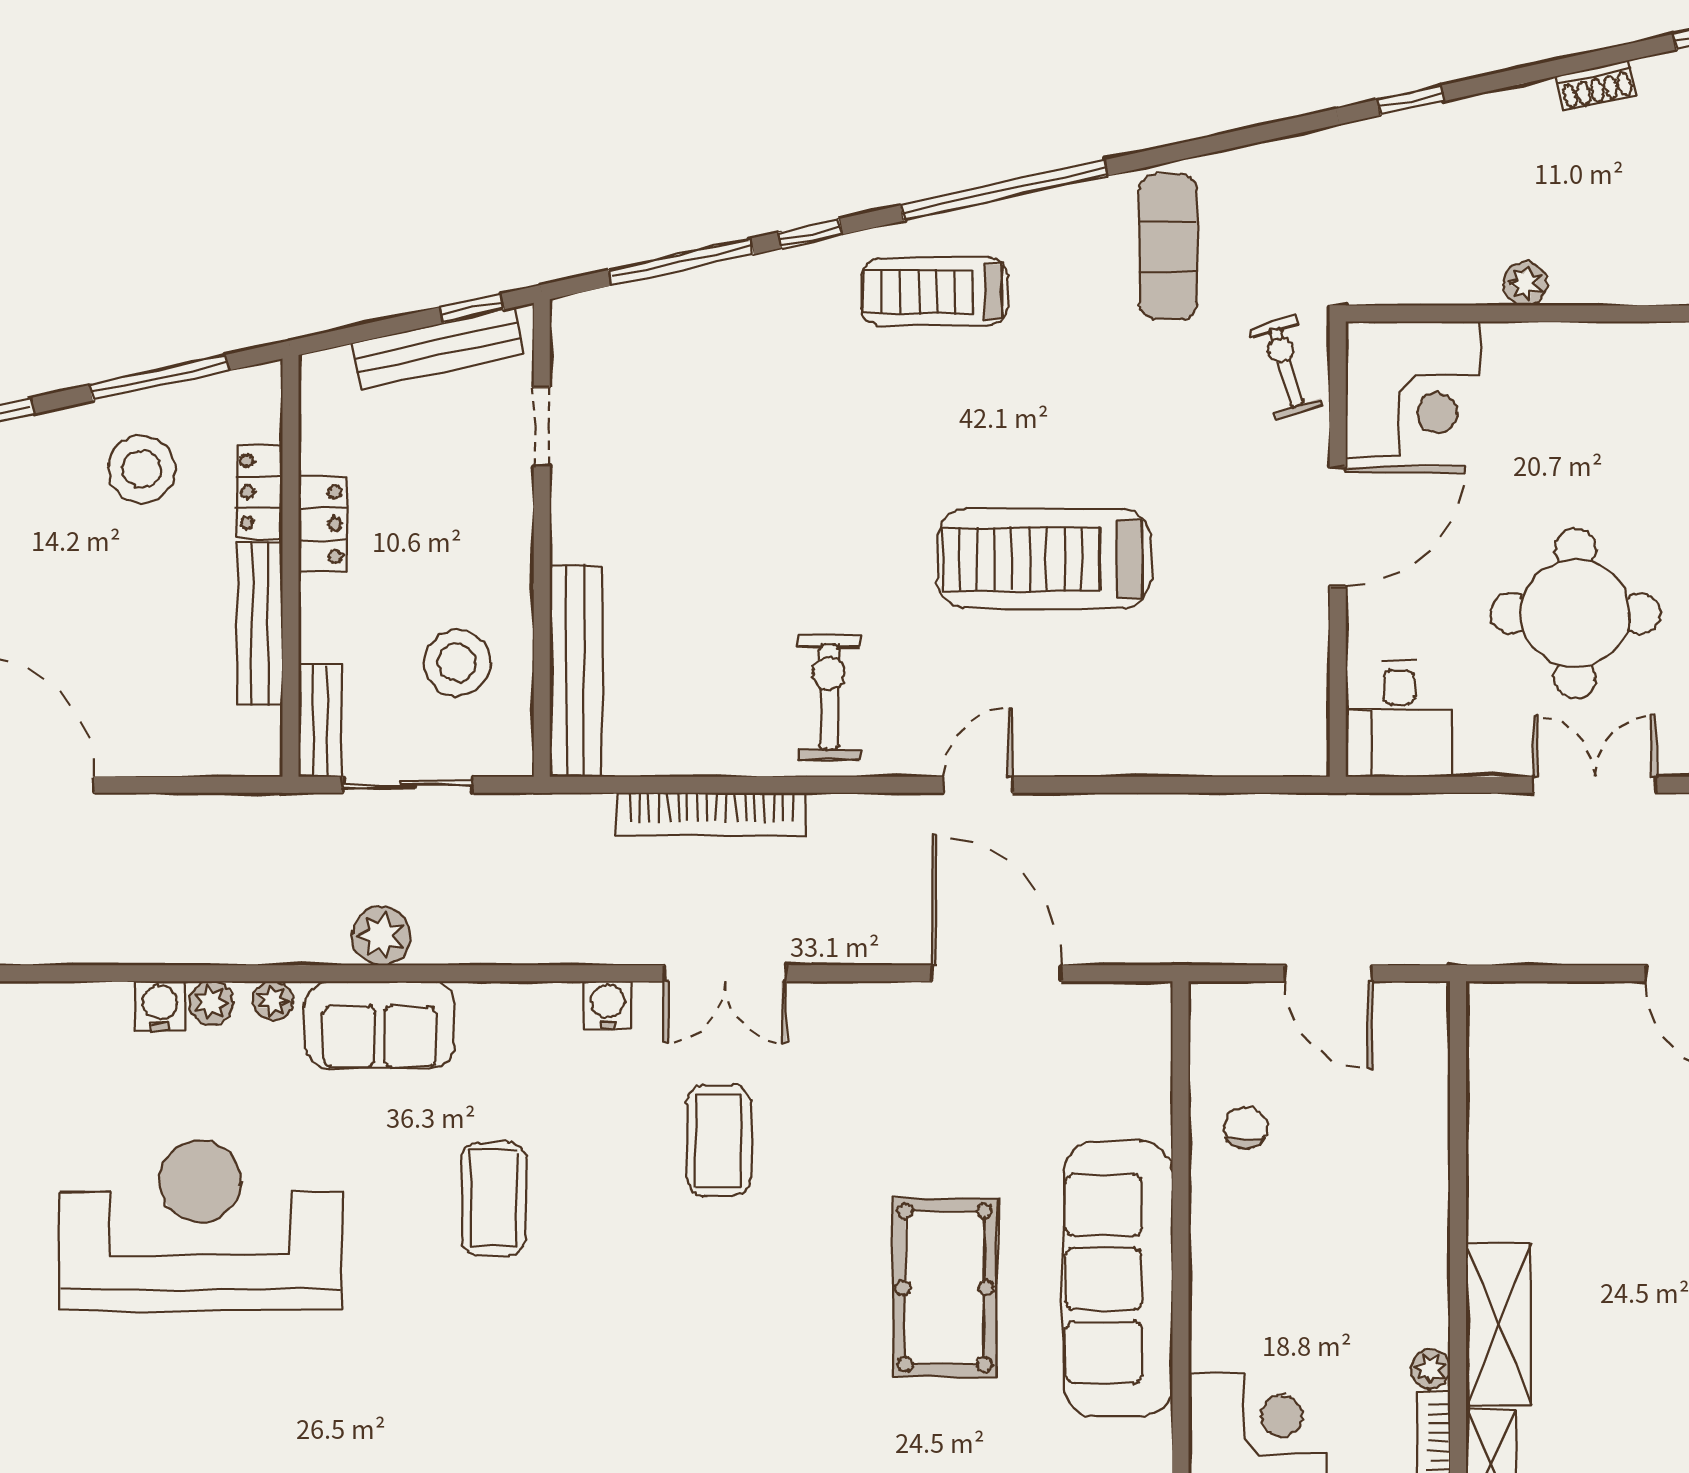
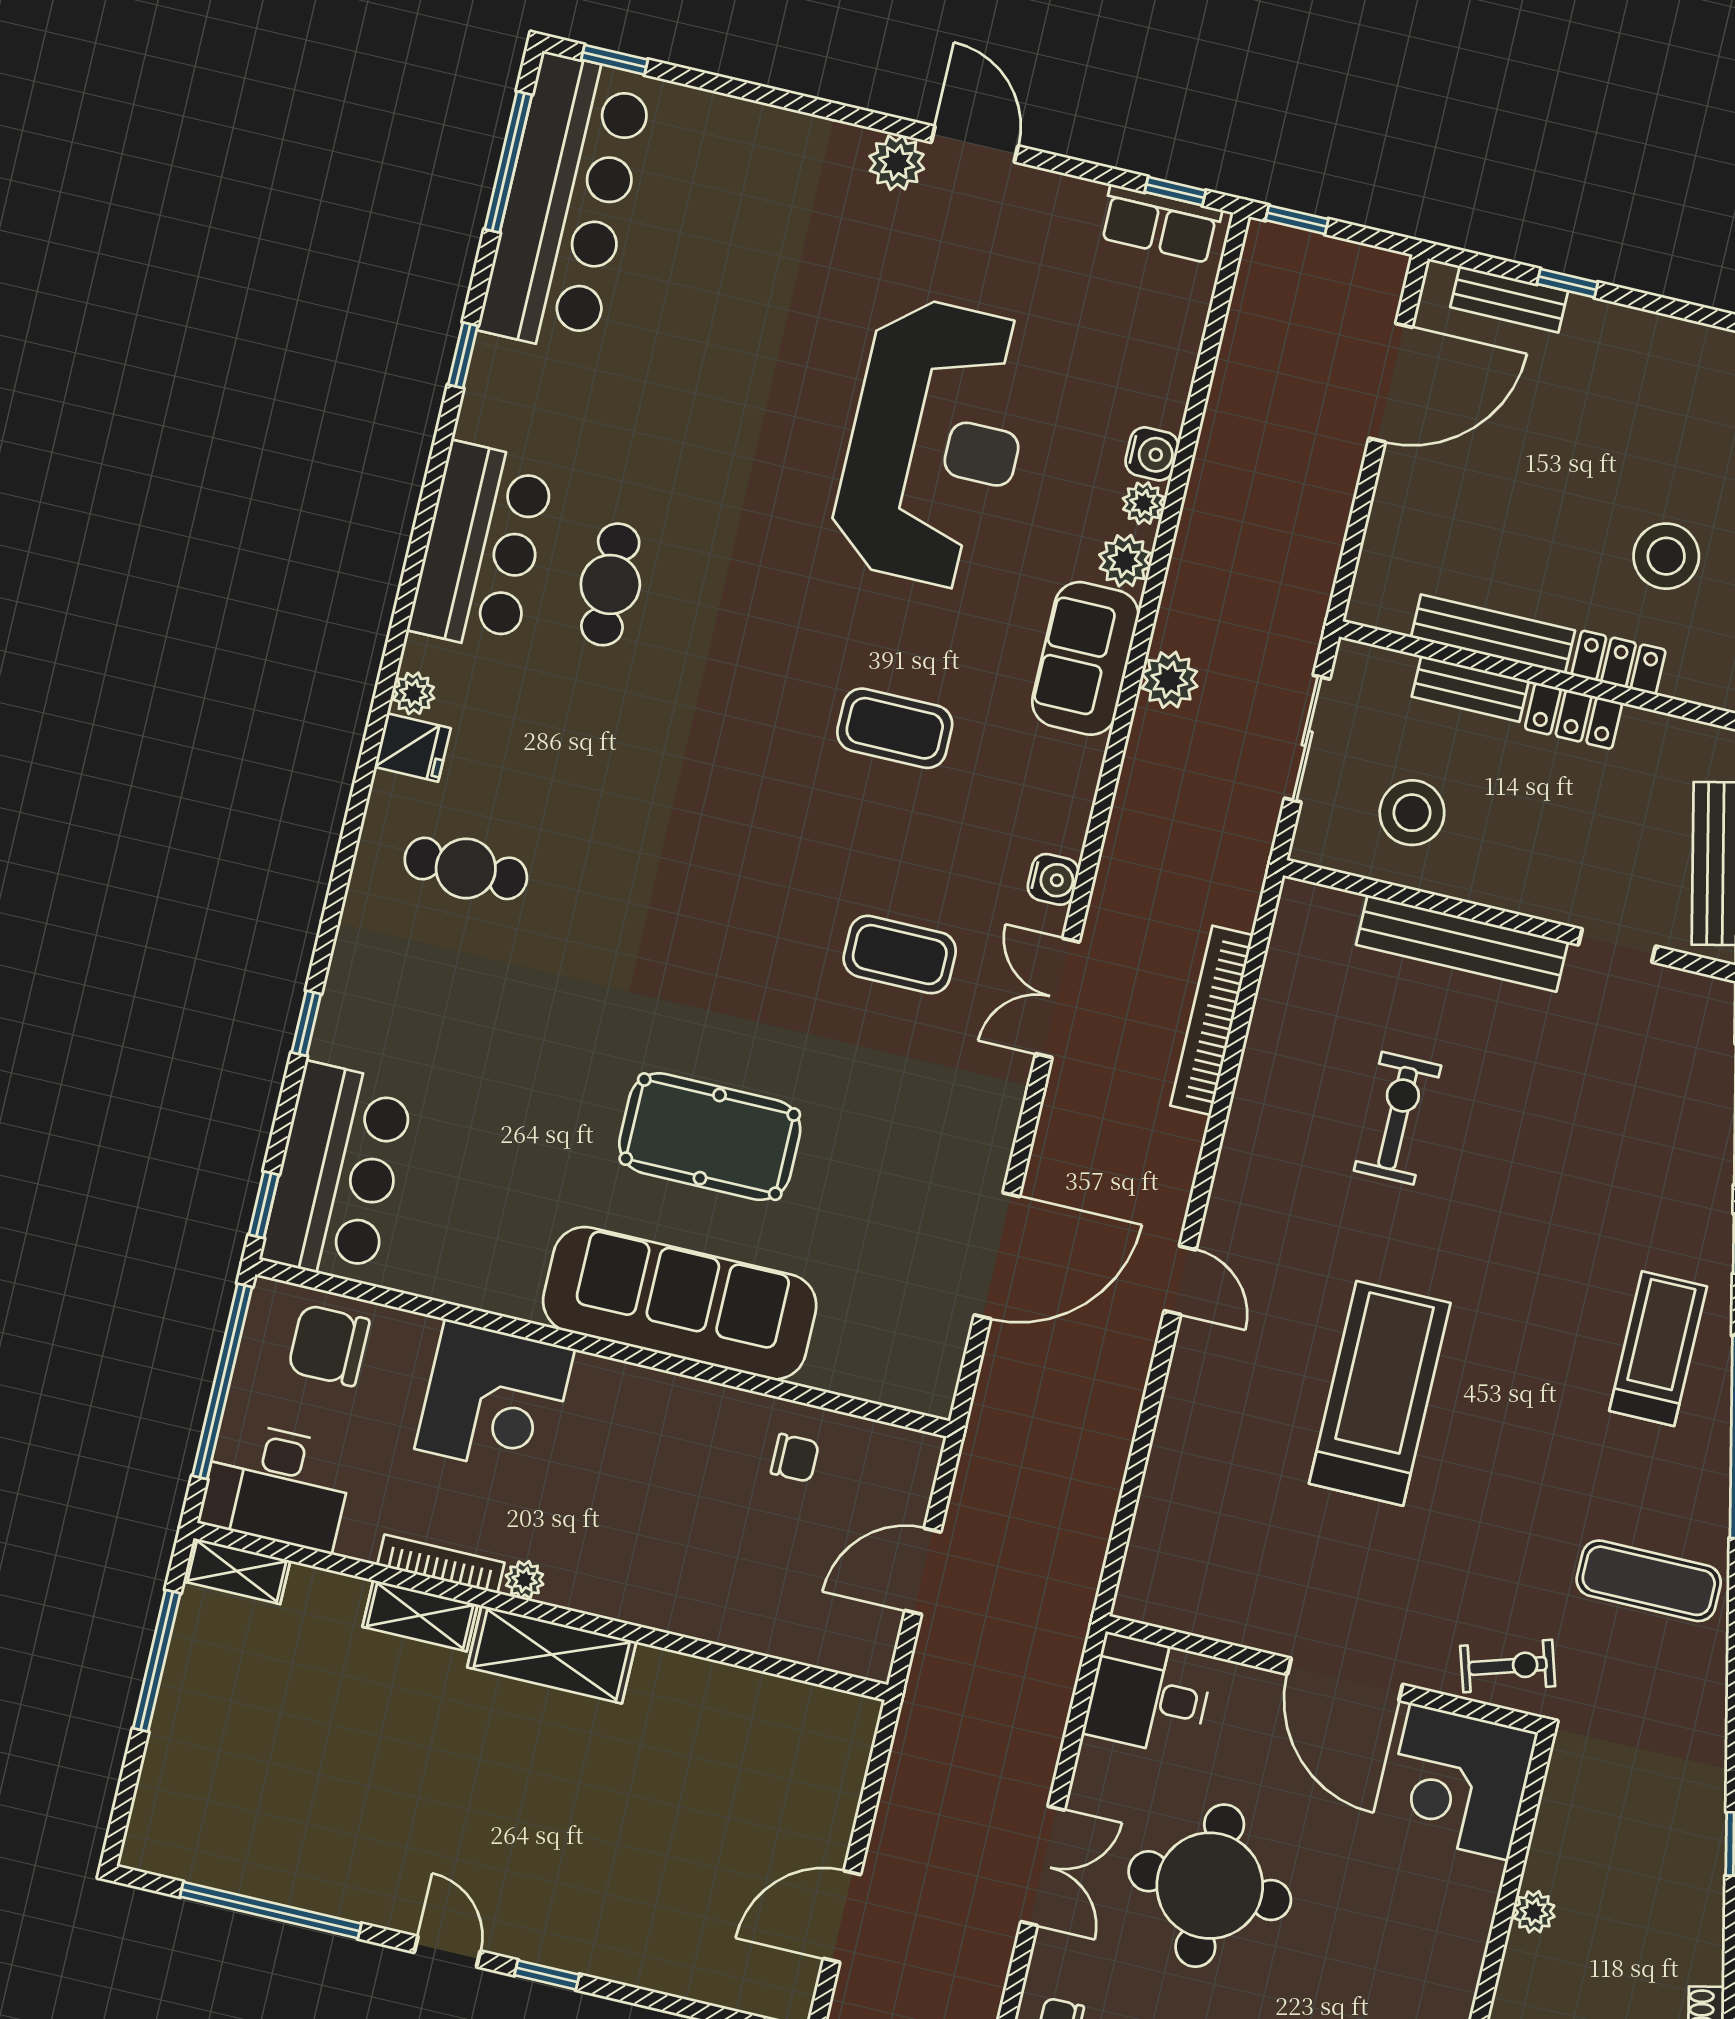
bench: (576, 671) -> (1462, 943), moved
exercise bike: (829, 697) -> (1398, 1118), moved, turned -90
bench: (320, 720) -> (1470, 689), moved
plant: (273, 1001) -> (1125, 561), width x1.38, depth x1.38

